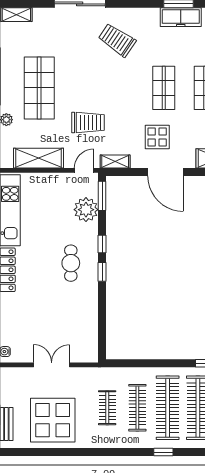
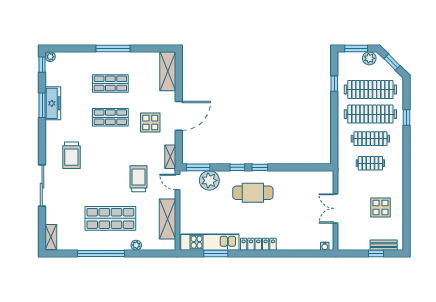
trolley: (117, 40) -> (71, 155), turned -34
cafe table: (71, 263) -> (253, 193), width x1.37, depth x1.35
display table: (53, 420) -> (381, 207), width x0.54, depth x0.54

